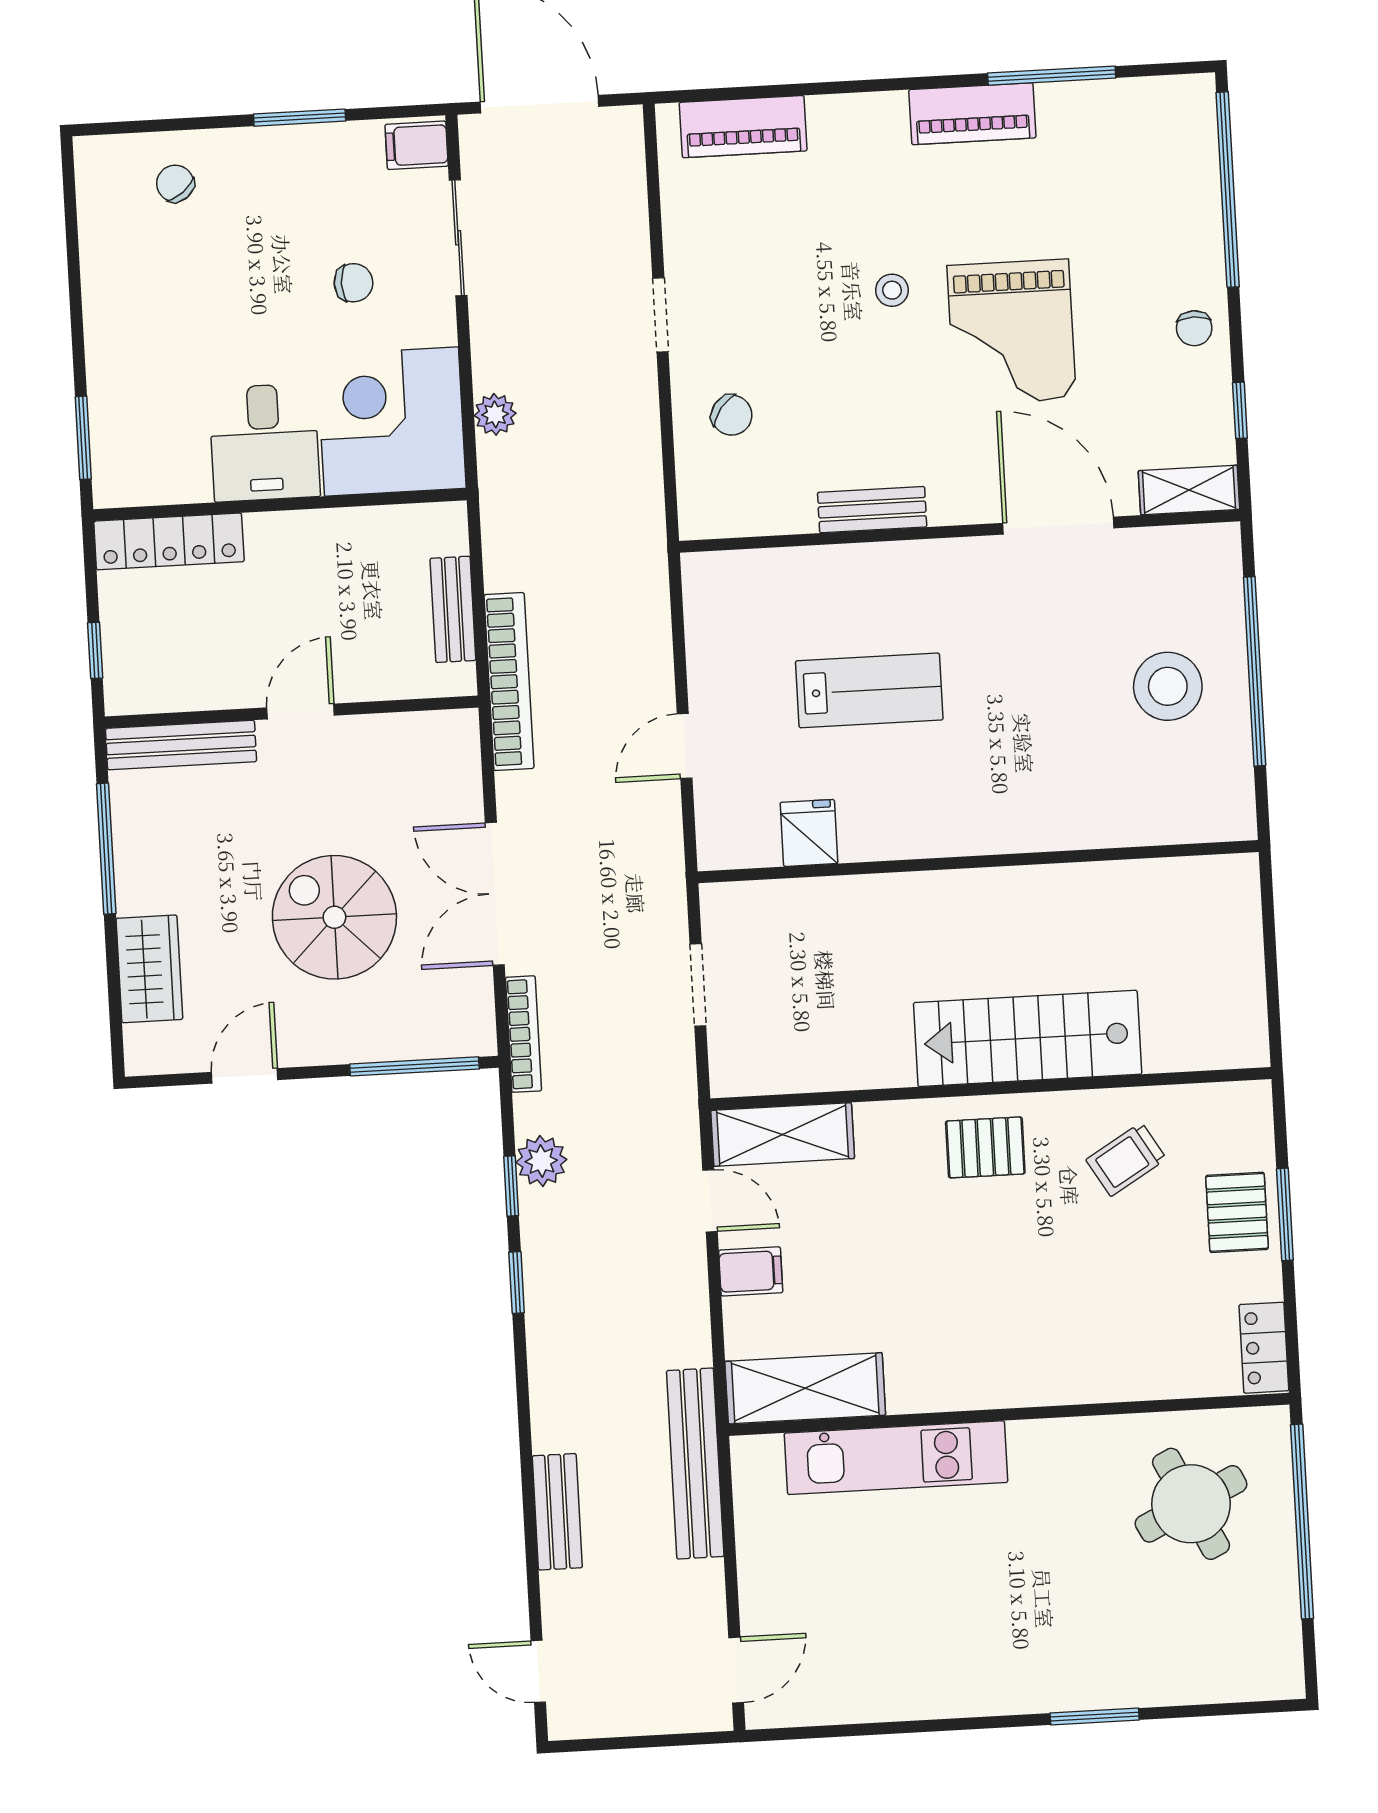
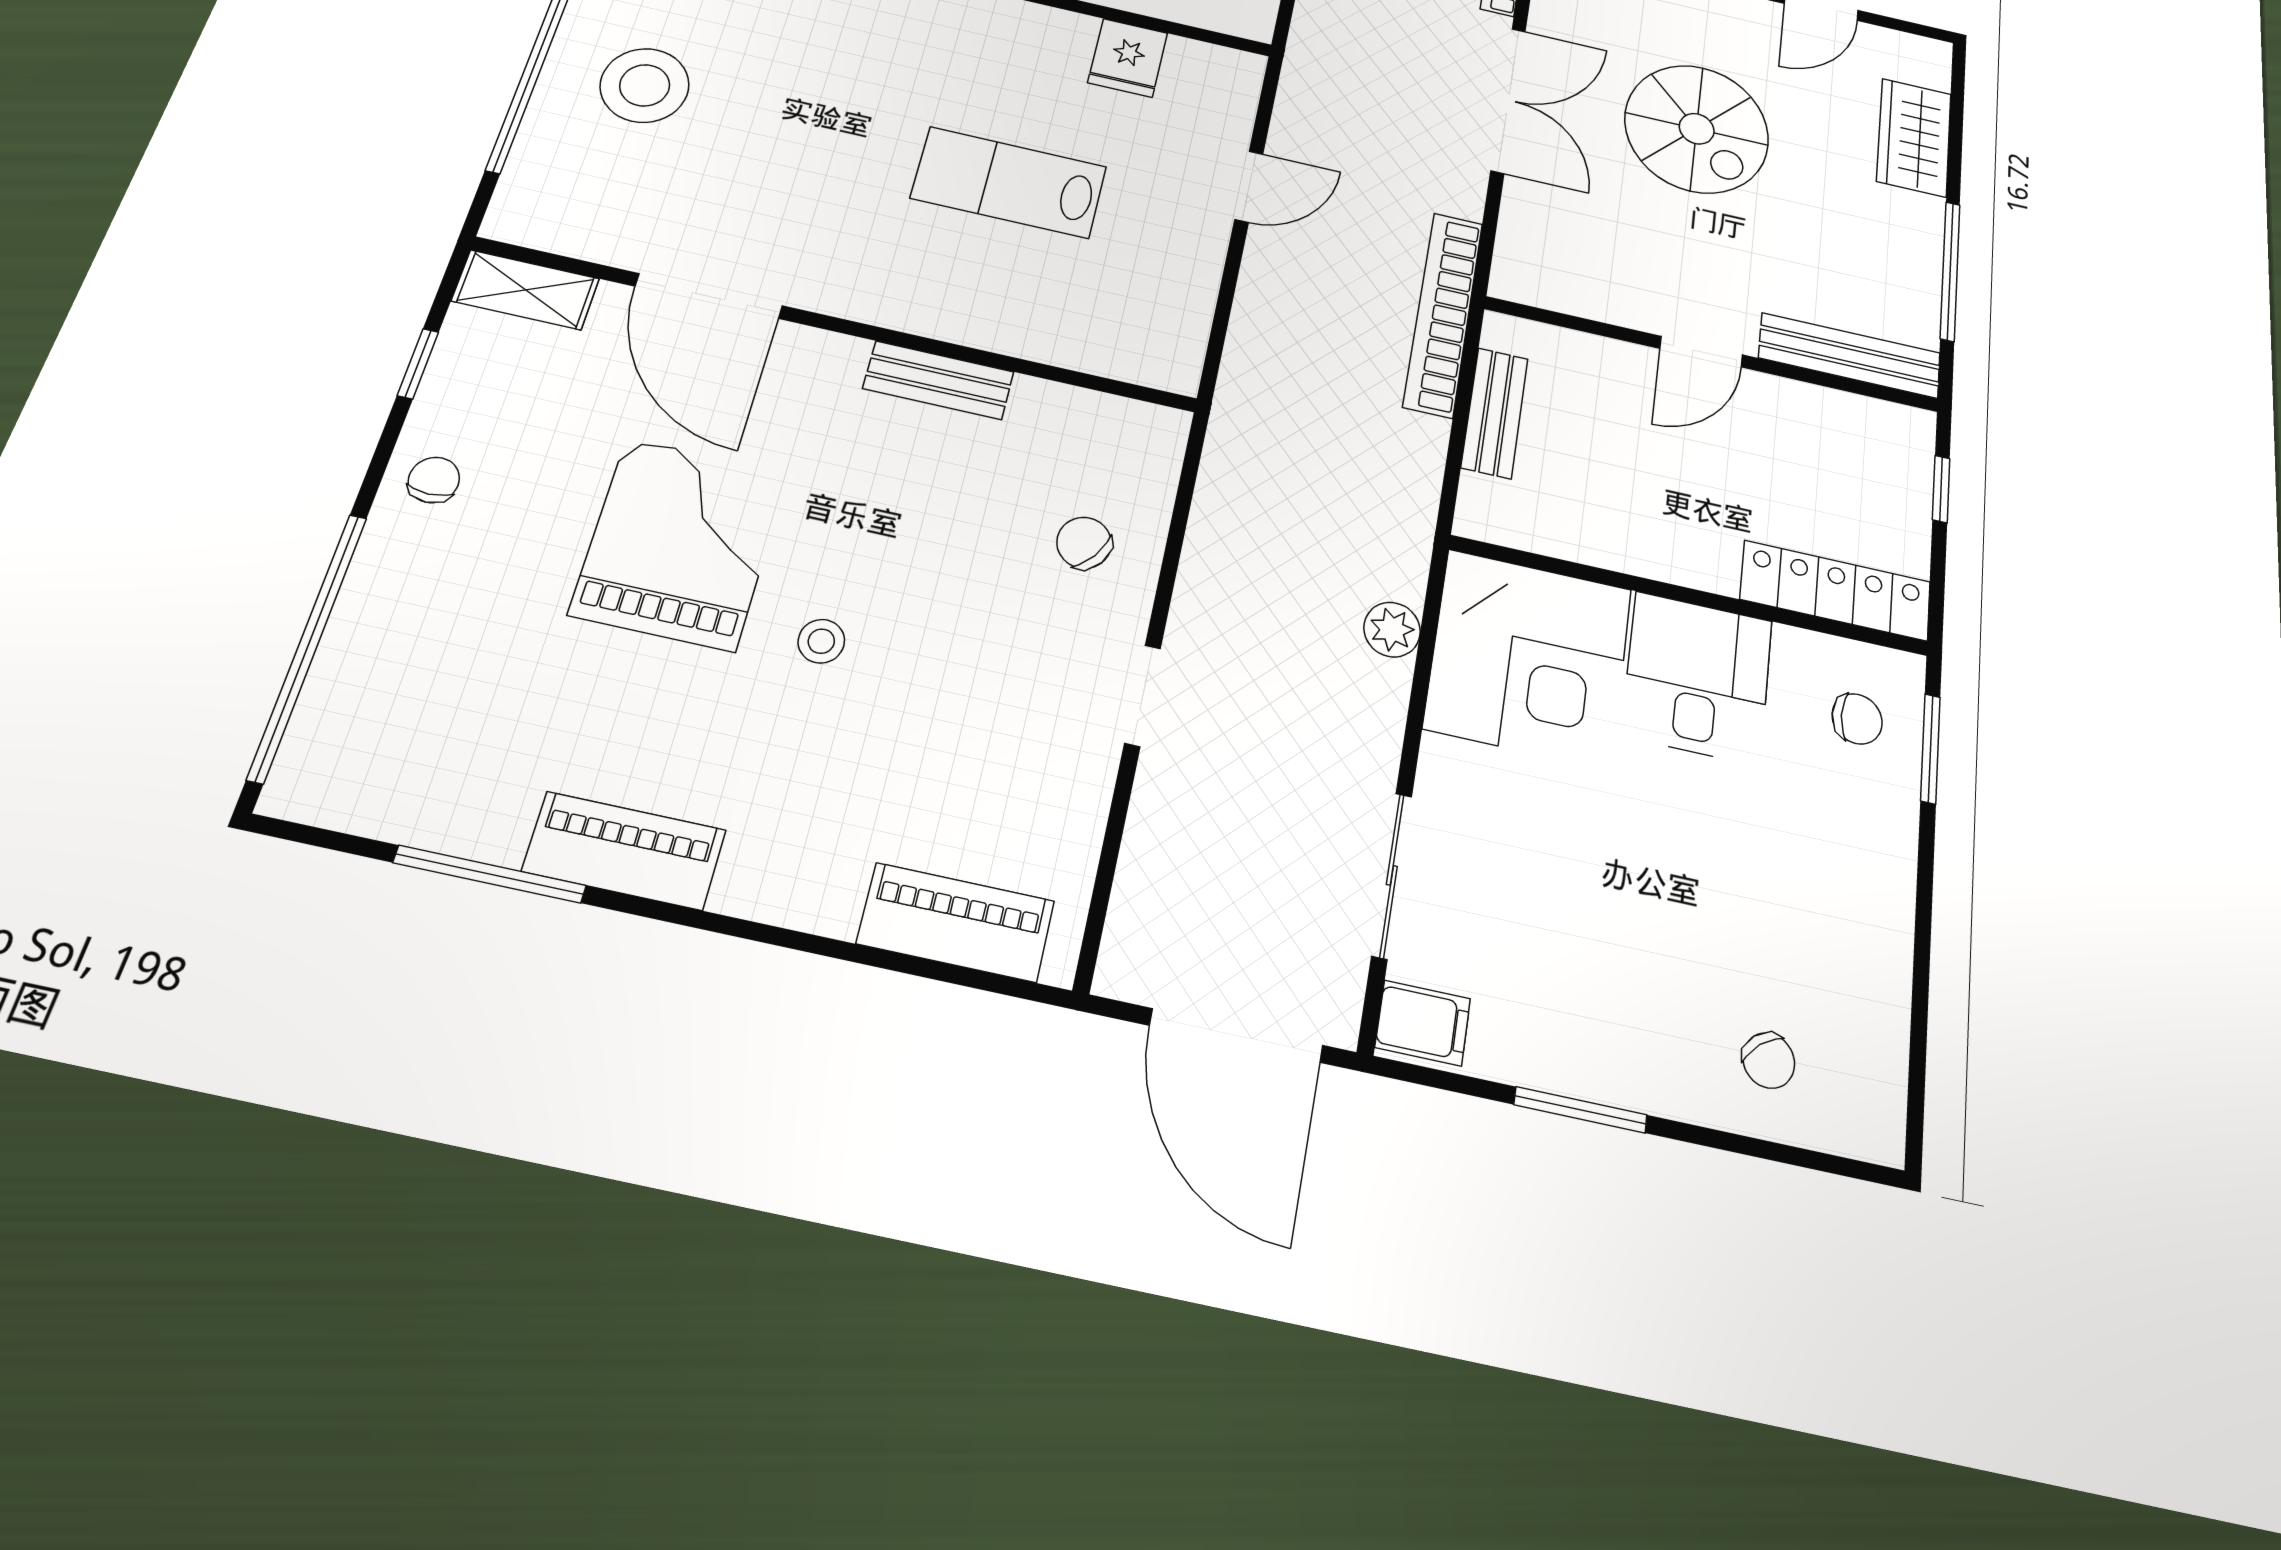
chair: (353, 283) -> (1857, 719), moved, turned 180

